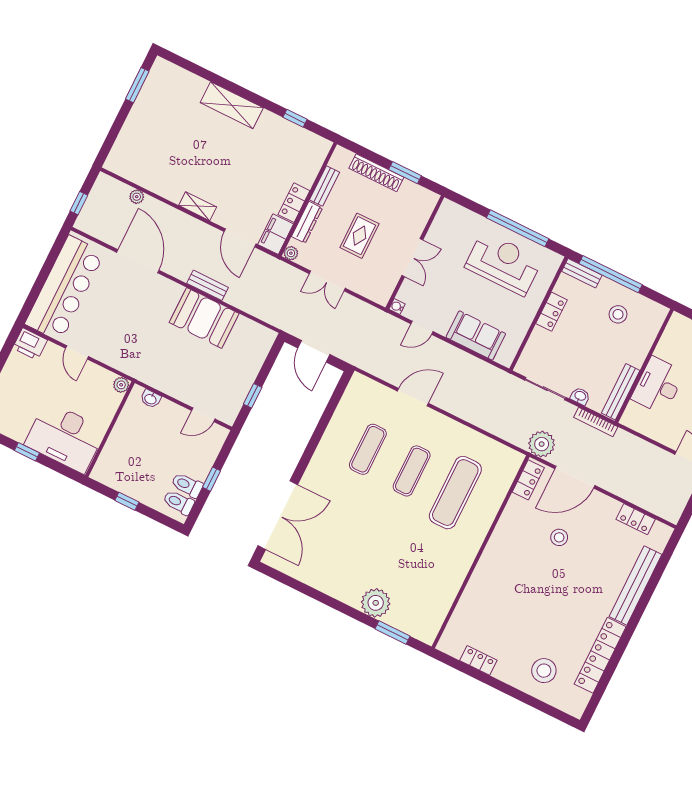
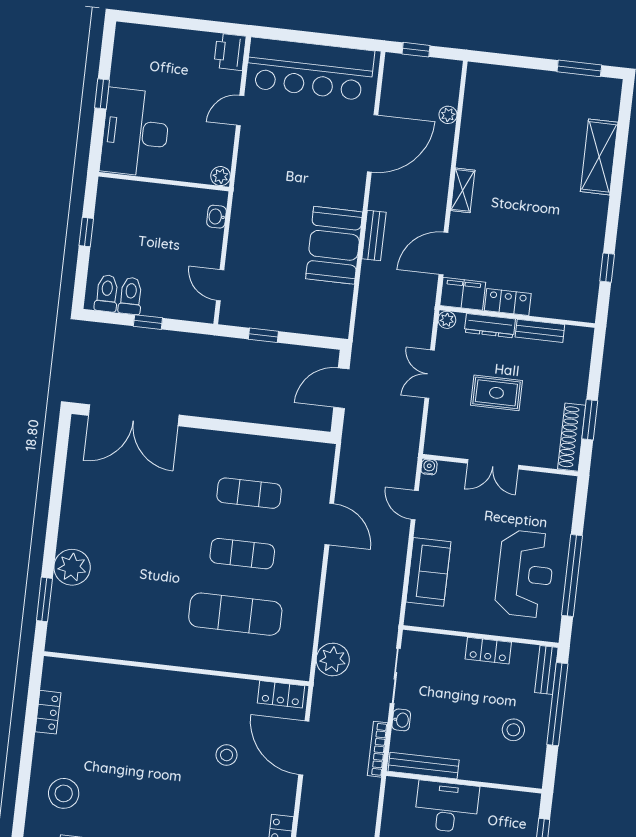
shelving: (232, 105) -> (599, 157), moved
shoe rack: (376, 173) -> (572, 437), moved
plant: (542, 444) -> (333, 660), moved

